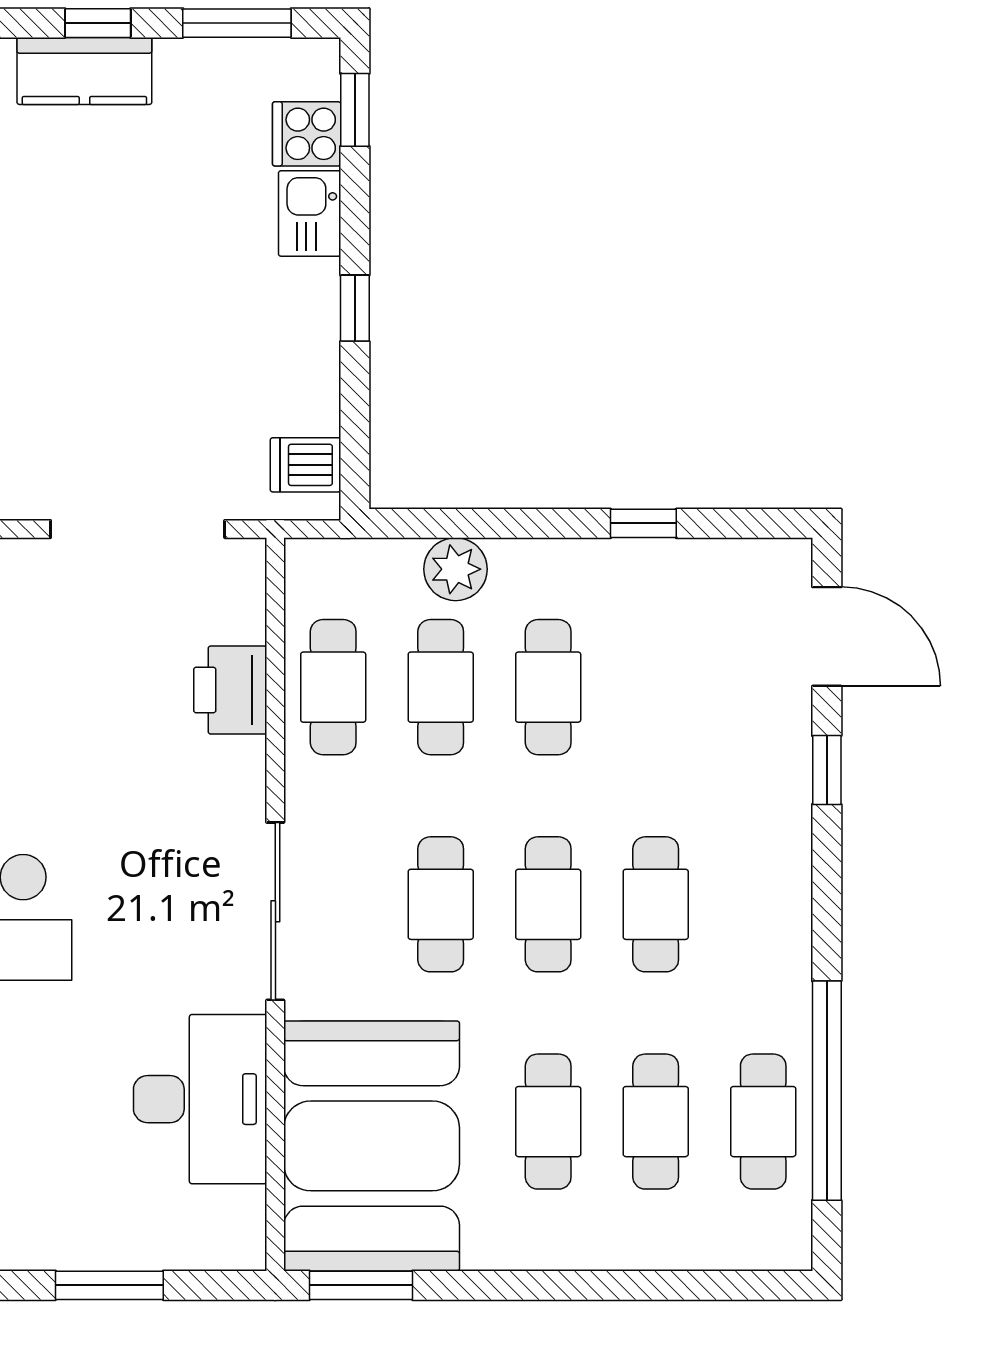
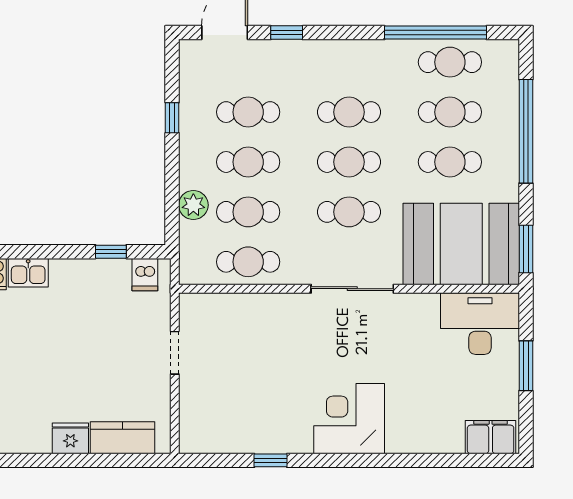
window: (355, 308) -> (111, 252), moved
doorway: (138, 529) -> (175, 353), width x0.53
cafe table: (656, 687) -> (248, 112), added
printer: (230, 690) -> (249, 310), removed
desk: (200, 1099) -> (480, 324), moved
window: (614, 1285) -> (526, 131), added

